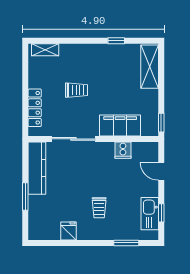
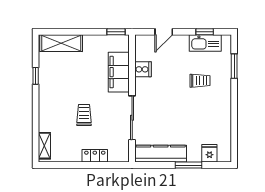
locker: (35, 108) -> (95, 156), width x0.66
trolley: (99, 208) -> (200, 81), moved
fridge: (69, 231) -> (209, 153), moved, turned 90

